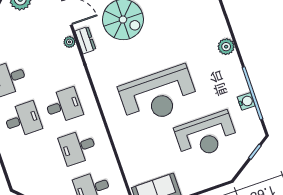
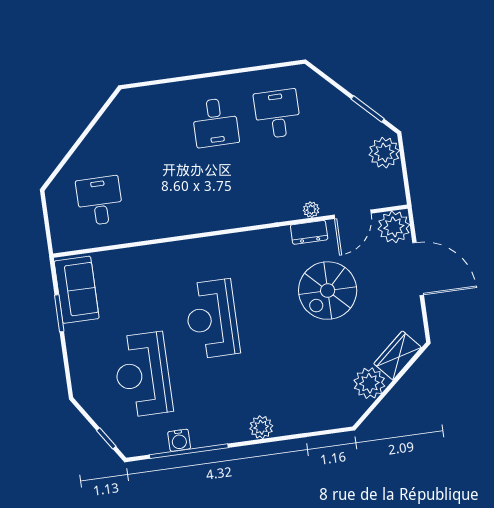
reception desk: (158, 95) -> (212, 319), width x0.74, depth x0.77
desk: (64, 106) -> (224, 184), removed
desk: (78, 147) -> (162, 192), removed

